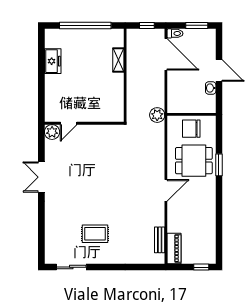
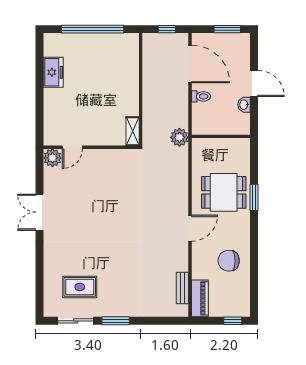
toilet: (175, 33) -> (201, 96), moved
shelving: (118, 60) -> (133, 131), moved
chair: (191, 129) -> (229, 261), moved
rug: (95, 234) -> (80, 287), moved
window: (104, 267) -> (116, 321), added

